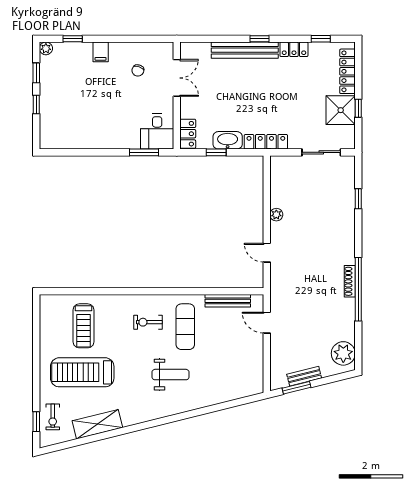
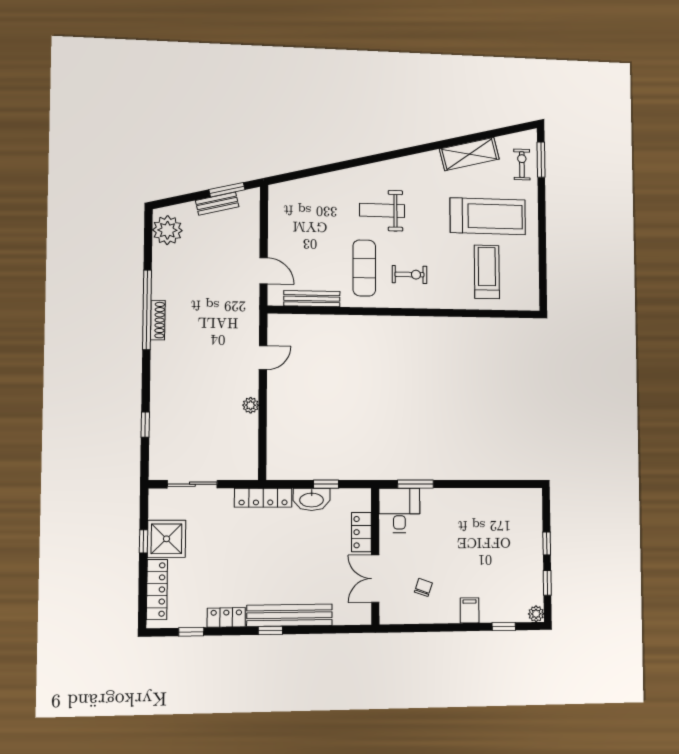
locker: (188, 134) -> (361, 532), moved
door: (267, 253) -> (263, 358), hinge flipped
window: (36, 422) -> (541, 160), width x1.50

